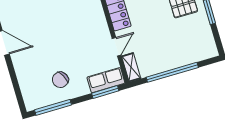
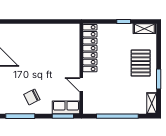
door: (117, 47) -> (81, 85), swing flipped
shelving: (131, 67) -> (152, 103), moved

